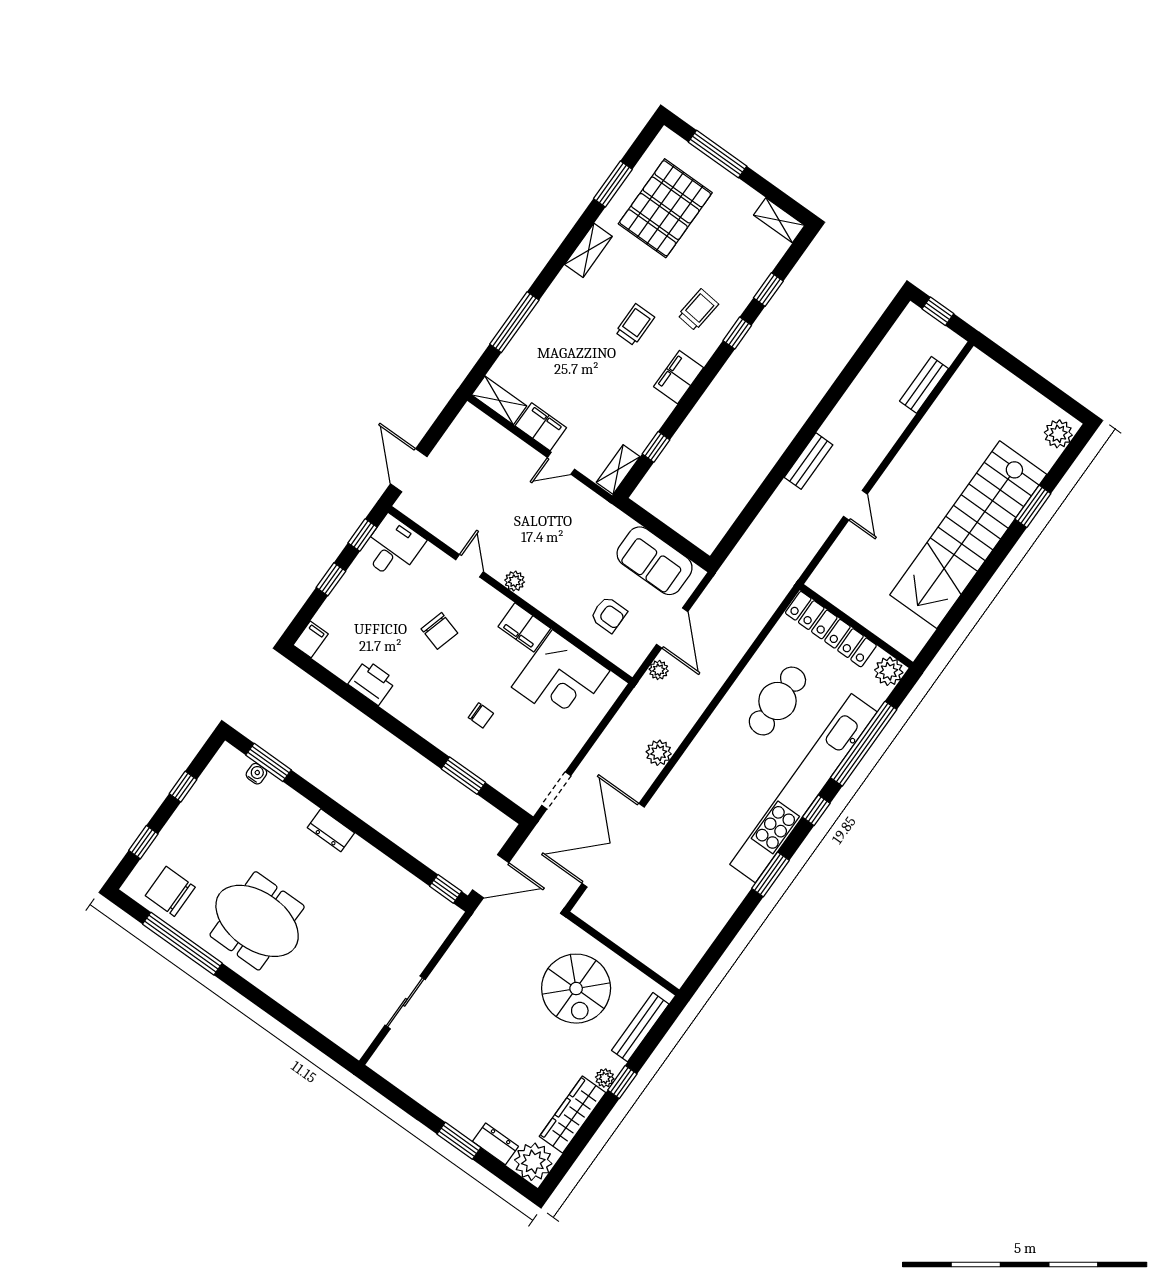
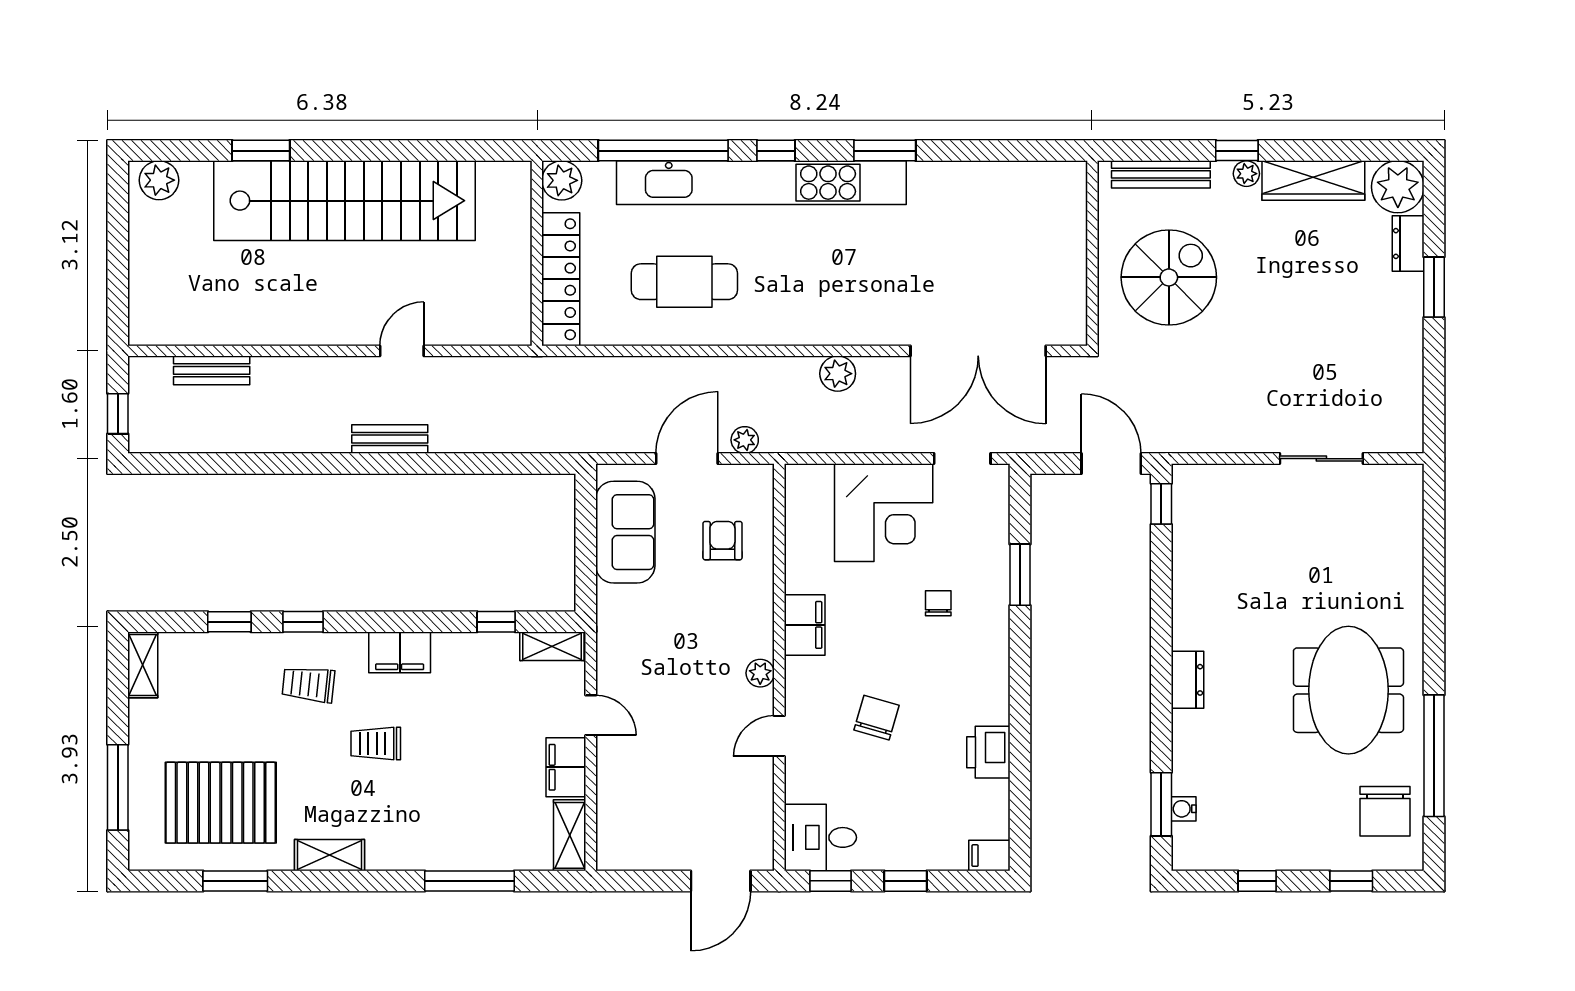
corner desk: (561, 679) -> (884, 513), moved, turned 90

